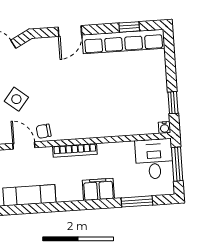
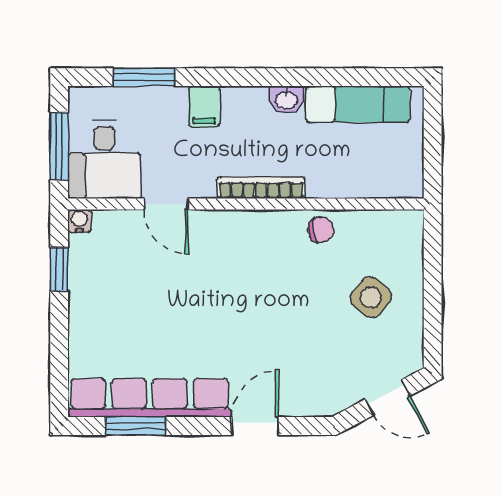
window: (129, 27) -> (136, 426), width x1.50
door: (24, 146) -> (166, 204), moved
filing cabinet: (98, 189) -> (204, 106), width x0.50
washbasin: (65, 195) -> (286, 100), added

